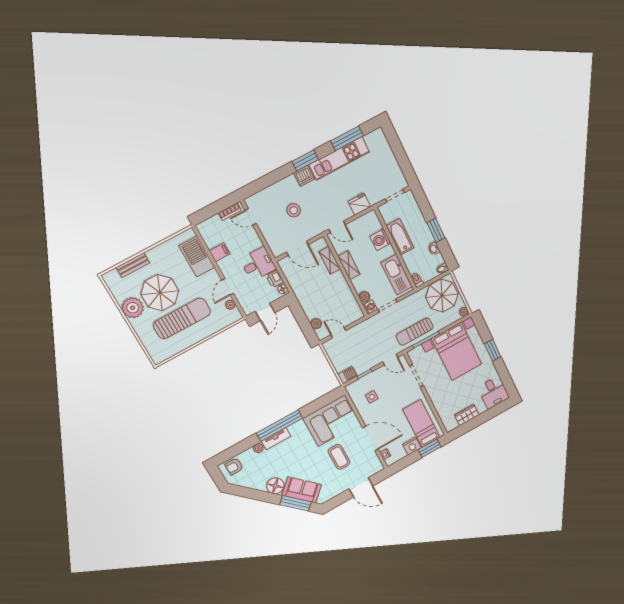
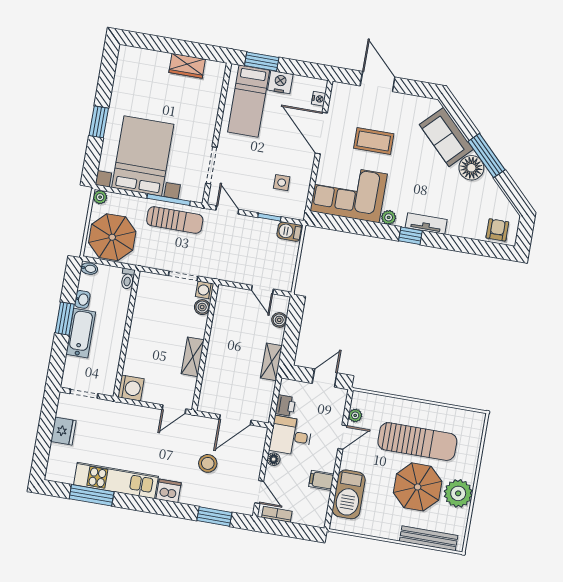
window: (305, 160) -> (214, 517), moved
fridge: (359, 204) -> (63, 431), moved, turned -90
door: (337, 227) -> (174, 409), swing flipped
bathtub: (400, 237) -> (81, 333), moved, turned 180
washing machine: (380, 240) -> (131, 388), moved
door: (297, 248) -> (235, 420), swing flipped
shelving: (330, 260) -> (271, 362), moved
bench: (133, 265) -> (429, 538), width x1.36
kitchen sink: (397, 275) -> (147, 303), removed
floor lamp: (283, 289) -> (274, 459), moved
sun lounger: (182, 318) -> (417, 442), turned 180
desk: (494, 392) -> (135, 68), removed
window: (280, 426) -> (410, 236), width x0.32
plant: (258, 448) -> (389, 217), moved
coffee table: (339, 457) -> (374, 141), turned 90
armchair: (234, 466) -> (497, 230), turned -90
window: (295, 503) -> (486, 156), moved

